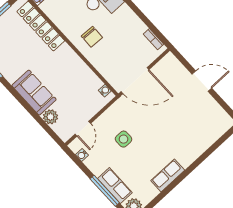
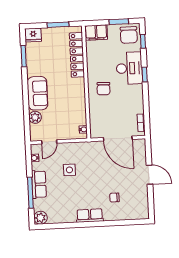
door: (135, 81) -> (118, 139), moved
chair: (187, 130) -> (114, 198), added
row of seats: (168, 175) -> (90, 216), moved
row of seats: (115, 186) -> (39, 184), moved

